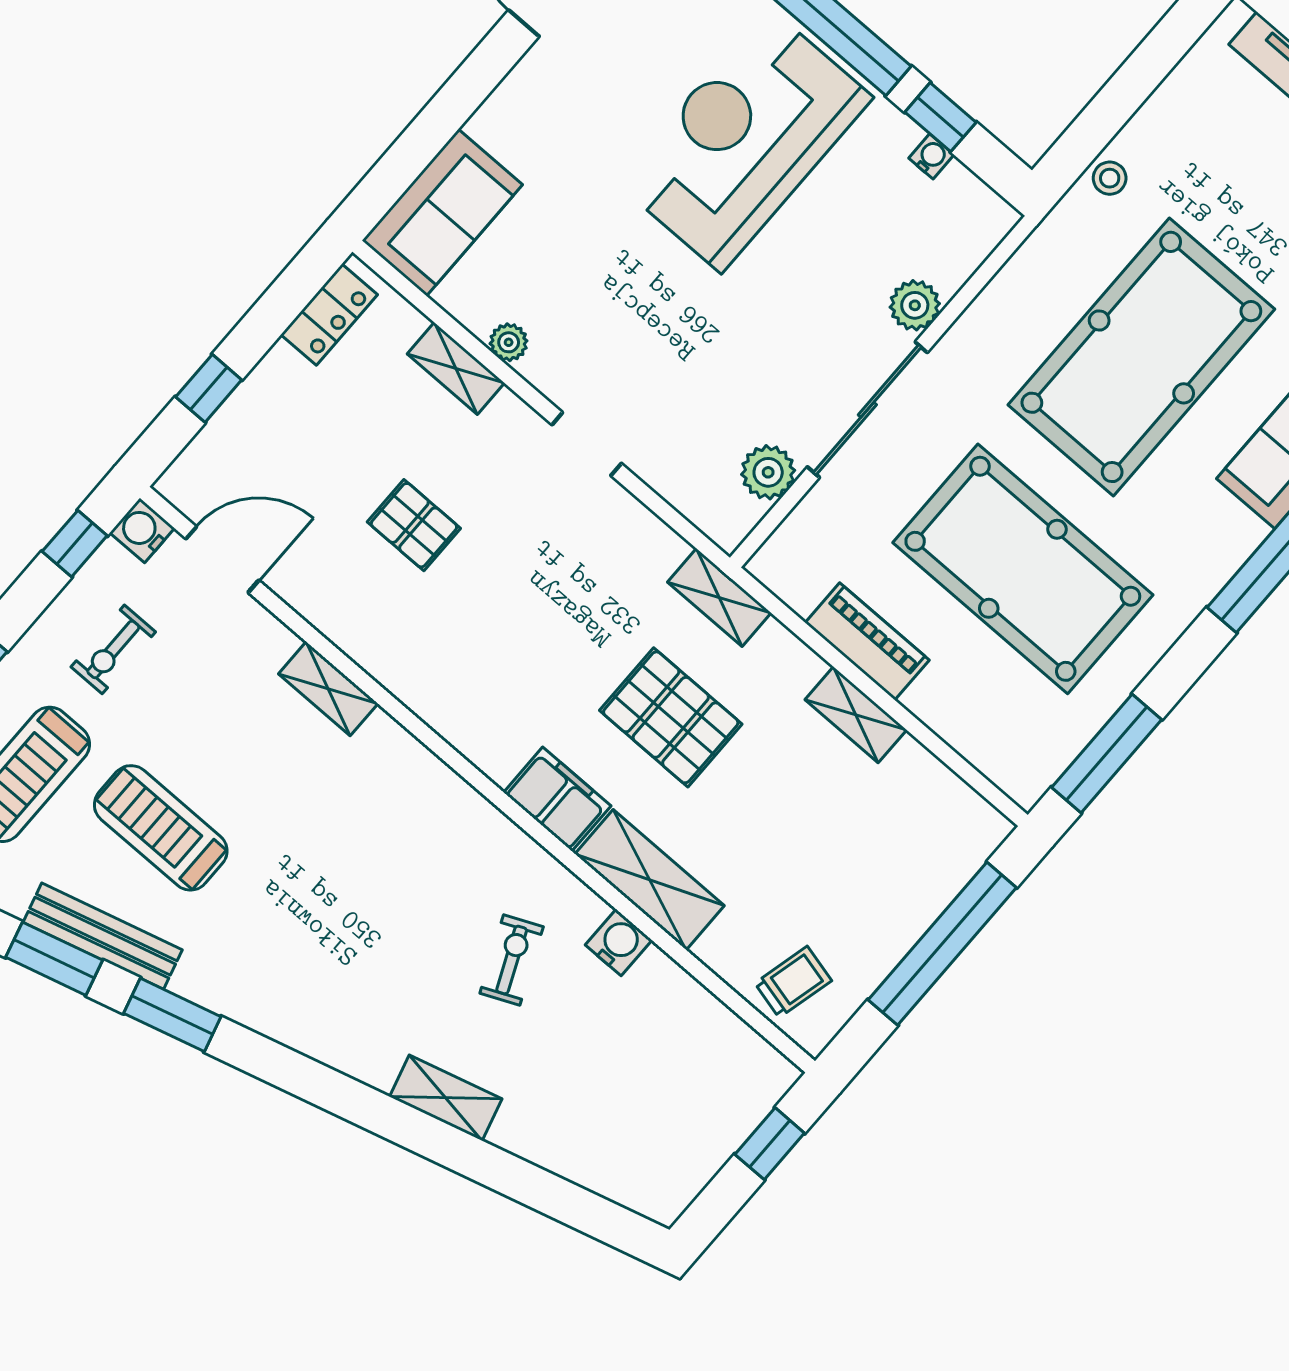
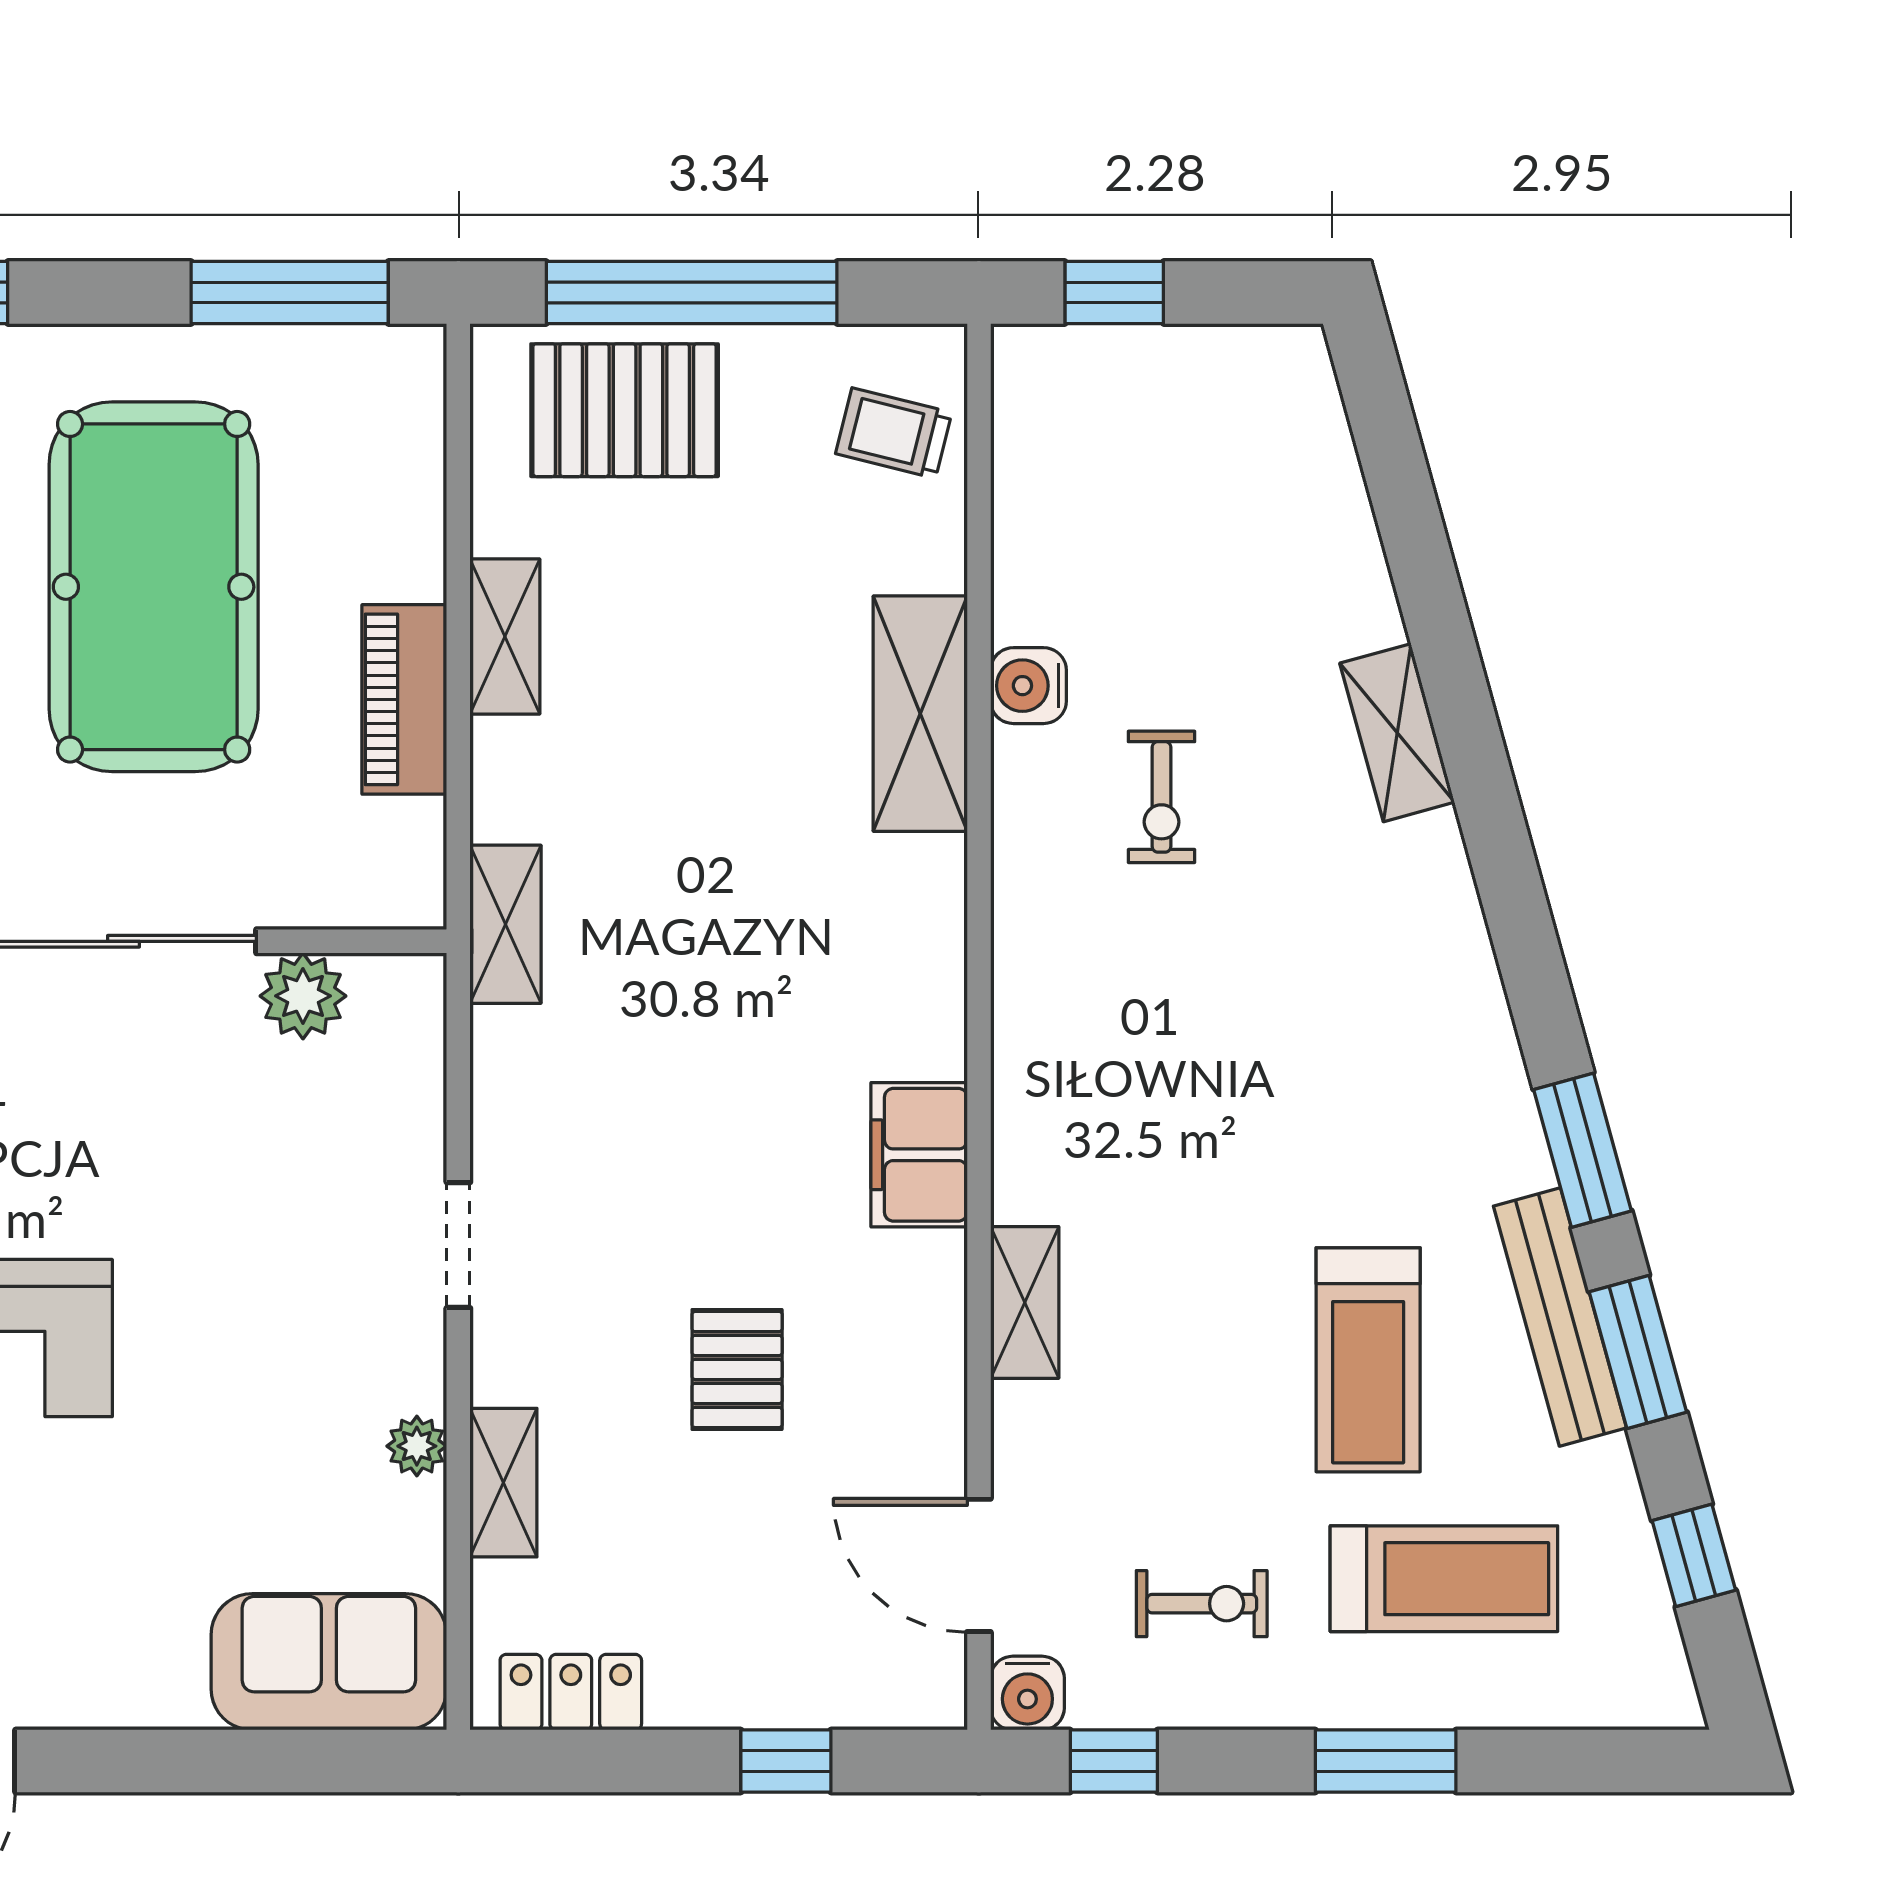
pallet: (671, 717) -> (625, 410), moved, turned 90
filing cabinet: (557, 799) -> (919, 1155), moved
exercise bike: (512, 960) -> (1162, 797), turned -66

